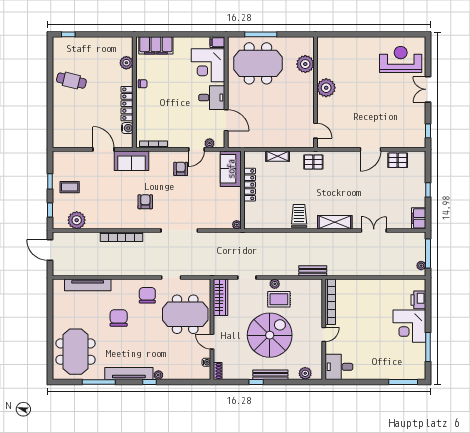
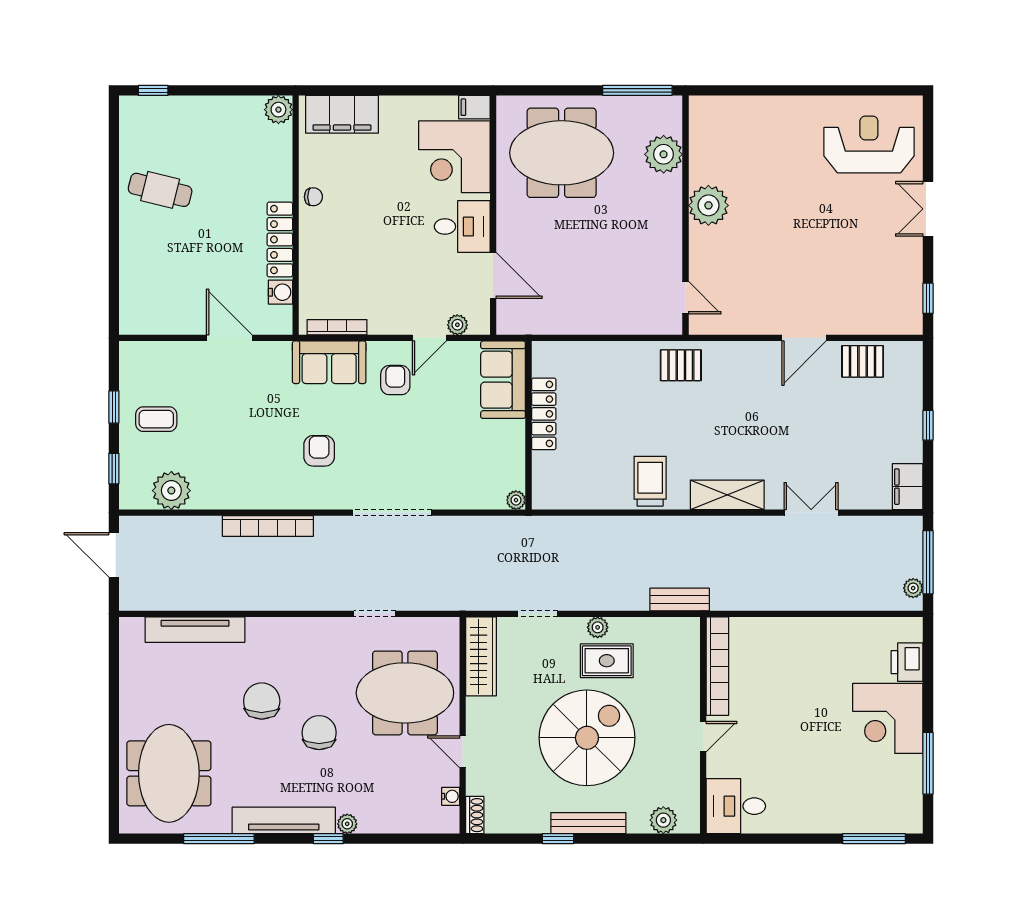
window: (261, 34) -> (637, 90), moved
plant: (126, 63) -> (278, 110), moved
shelving: (278, 156) -> (604, 352), removed
sofa: (131, 161) -> (329, 362), moved
chair: (147, 295) -> (319, 733), moved

